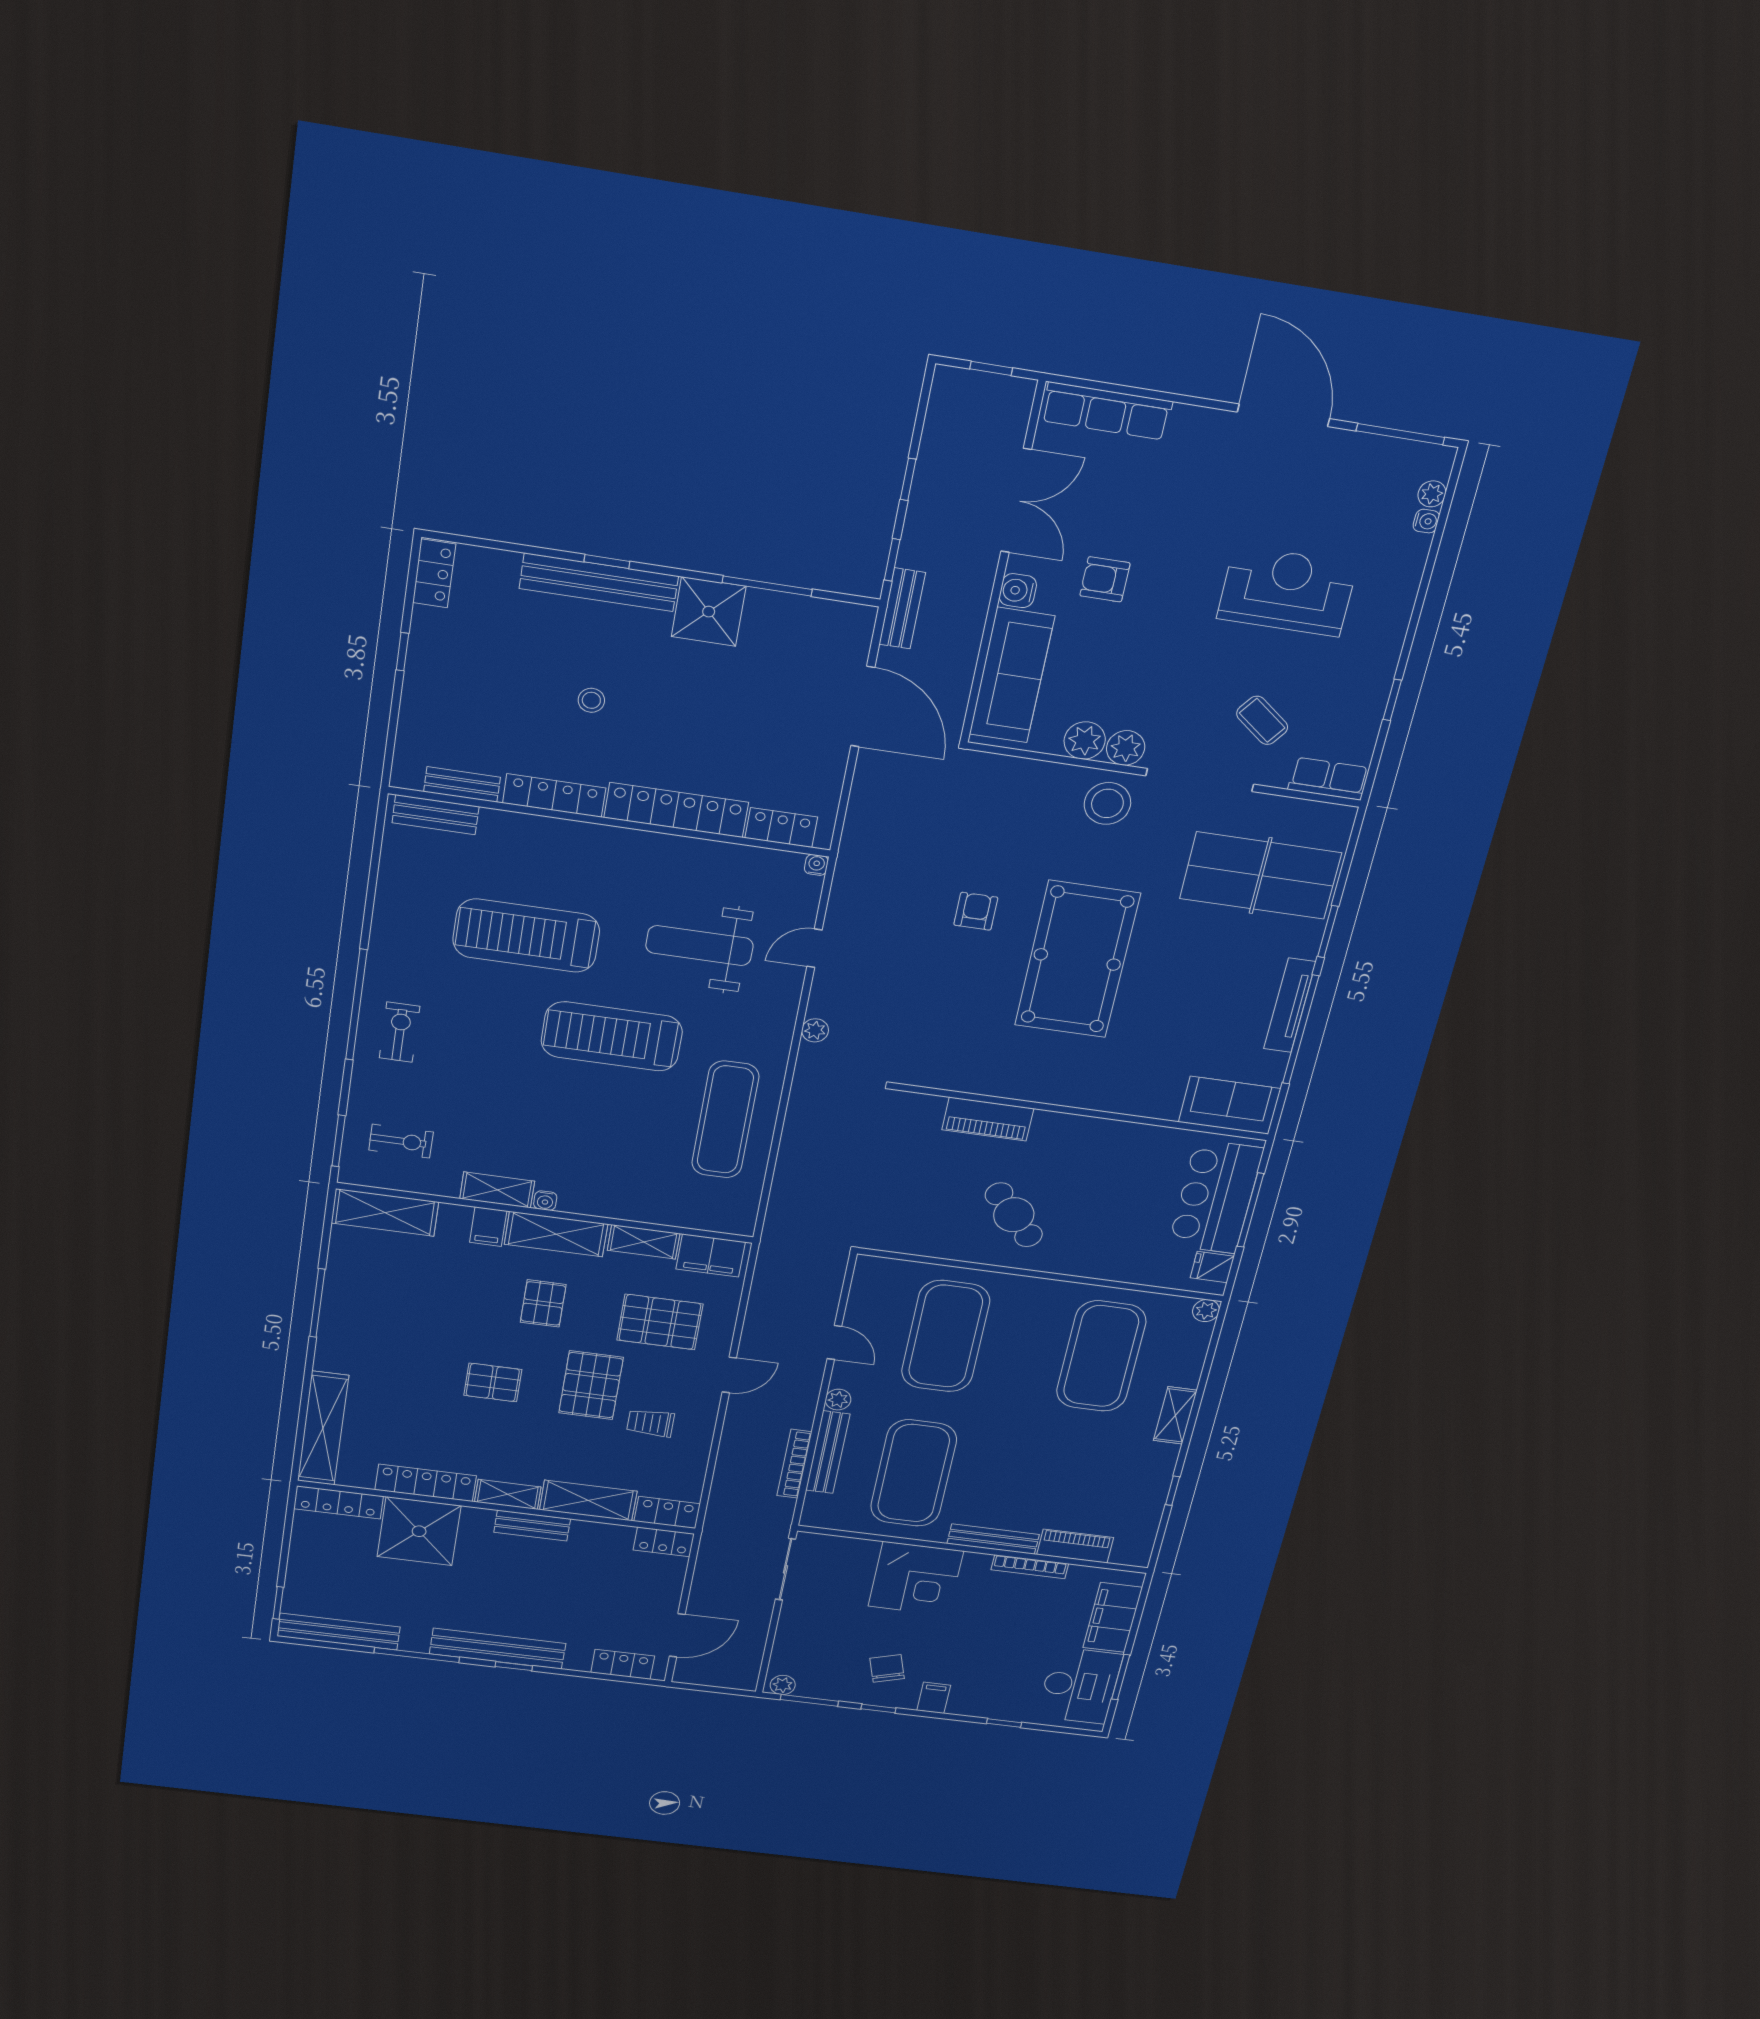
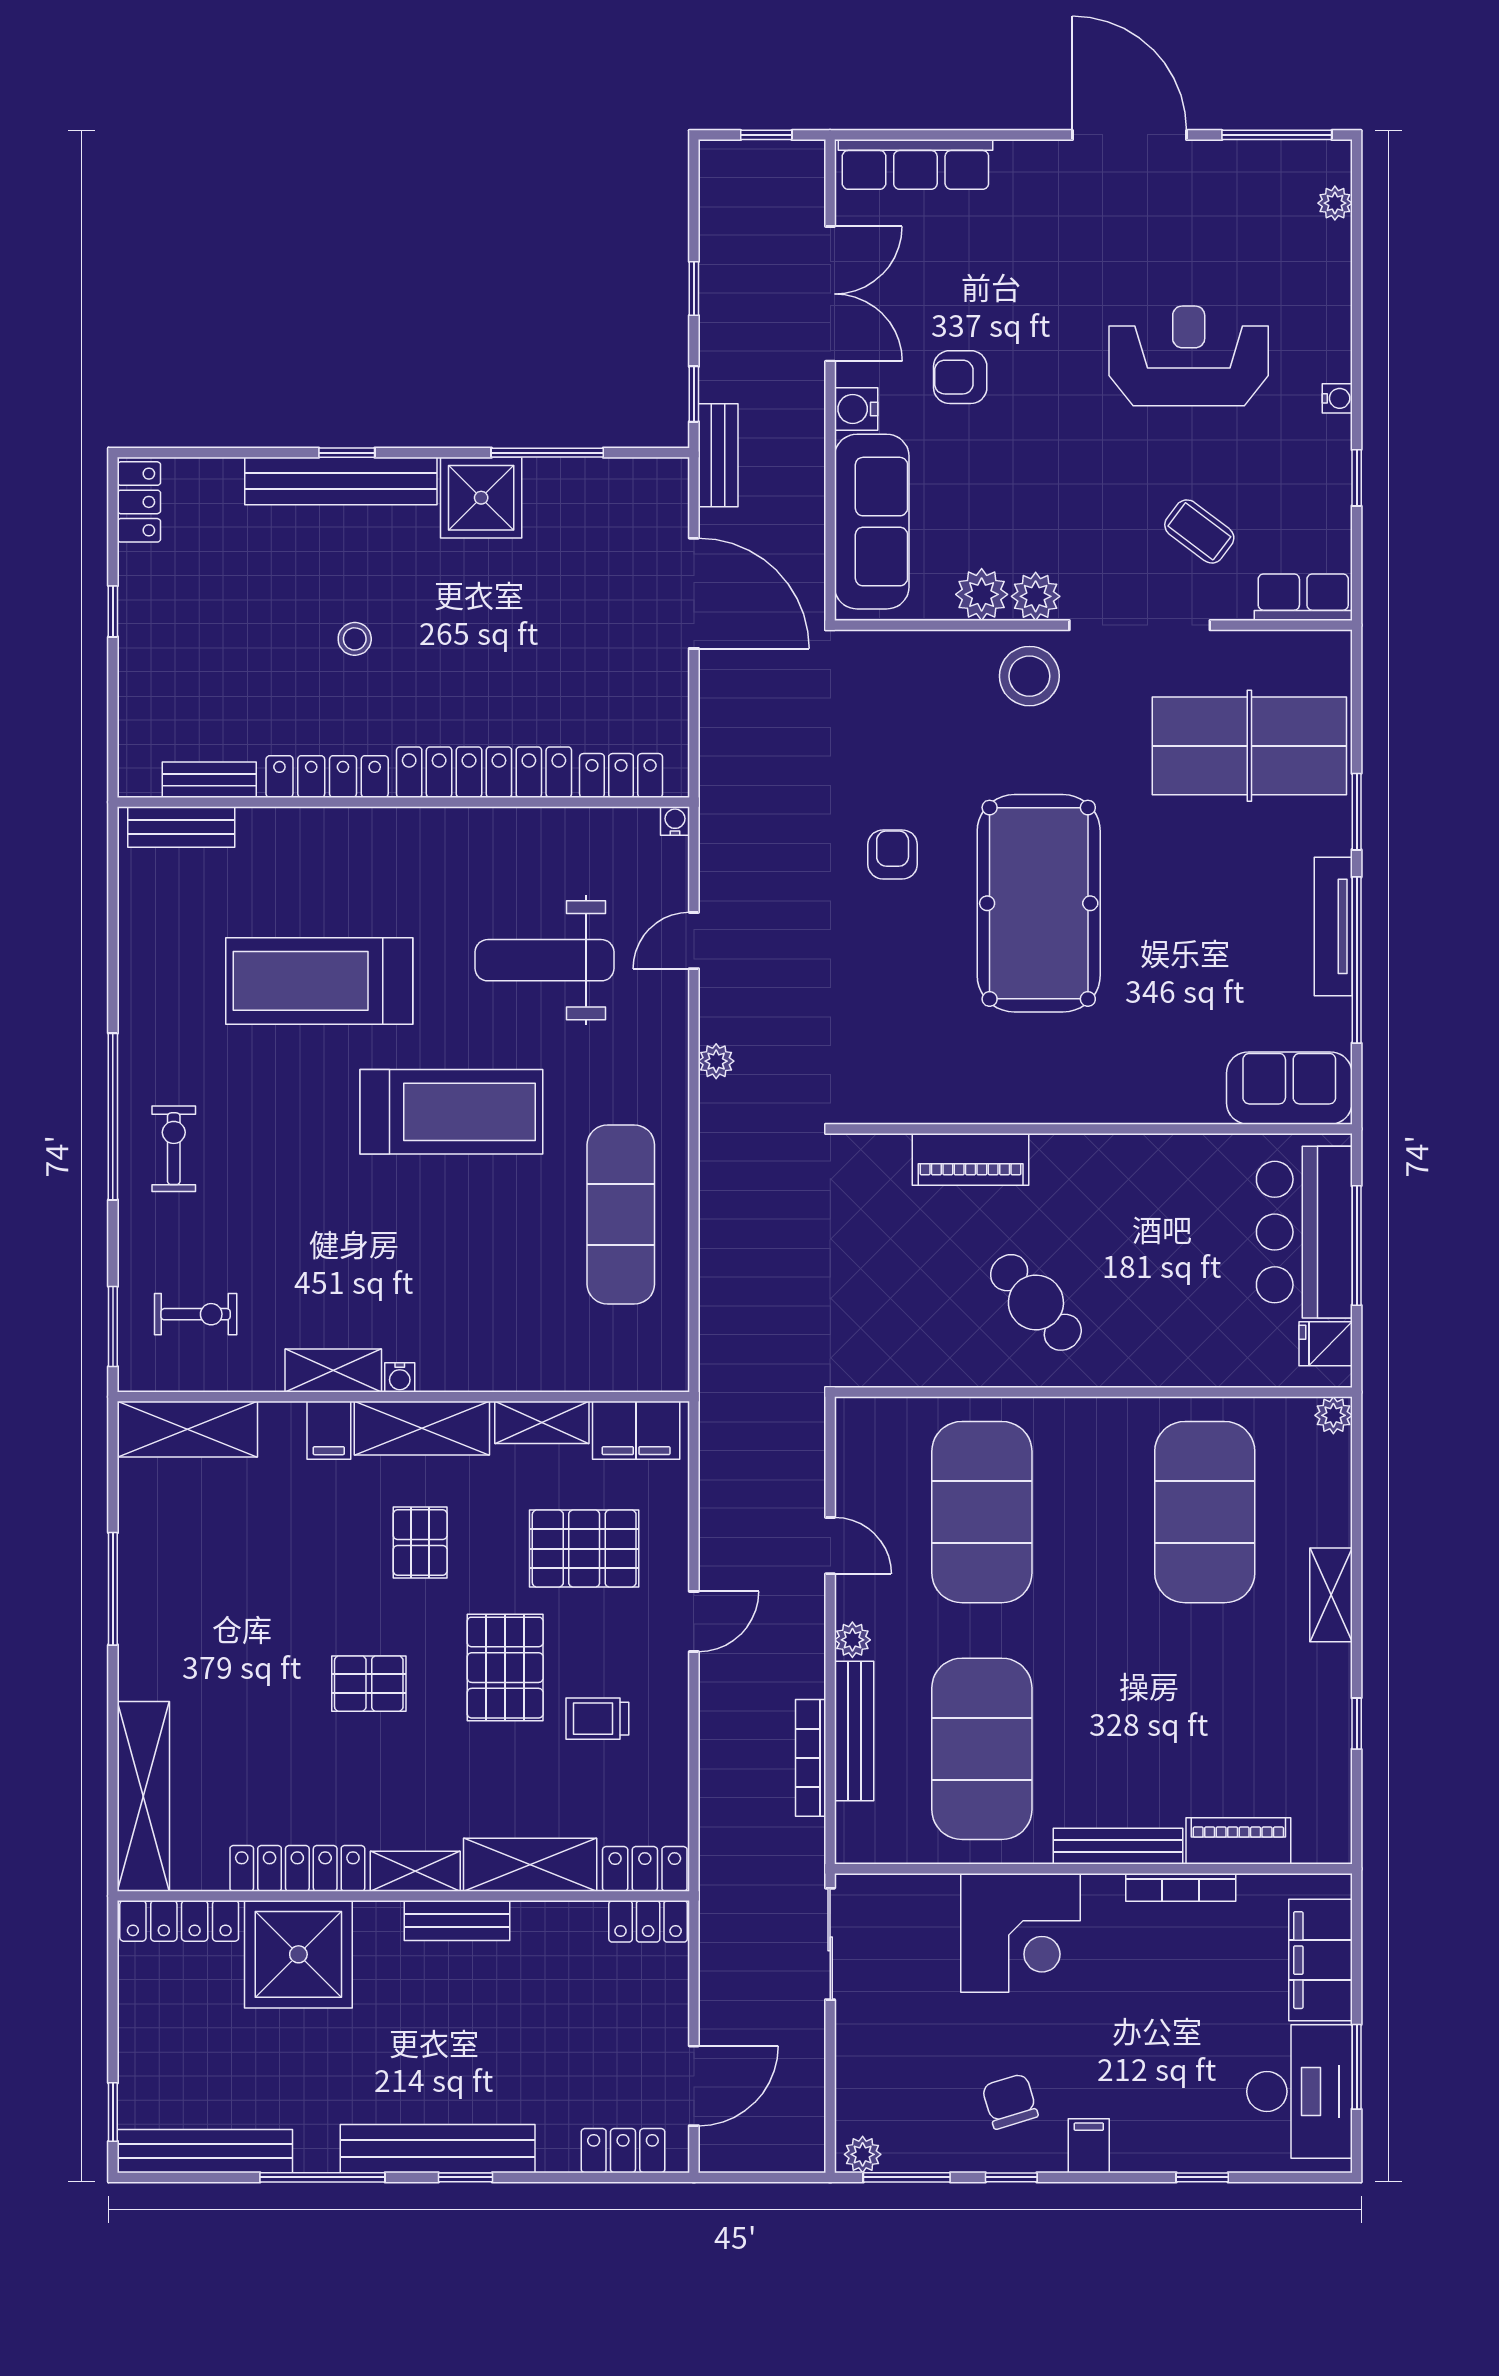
water cooler: (1426, 521) -> (1337, 398), moved
treadmill: (612, 1036) -> (451, 1112), turned 180

